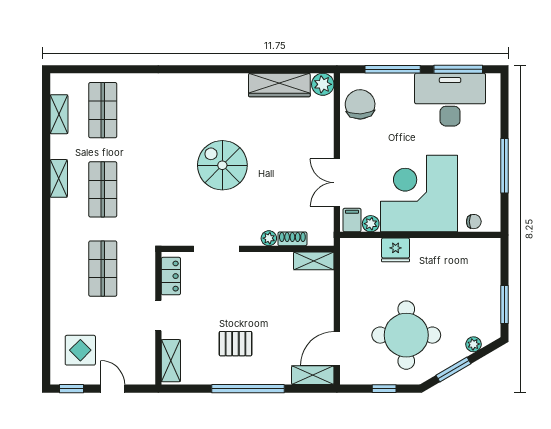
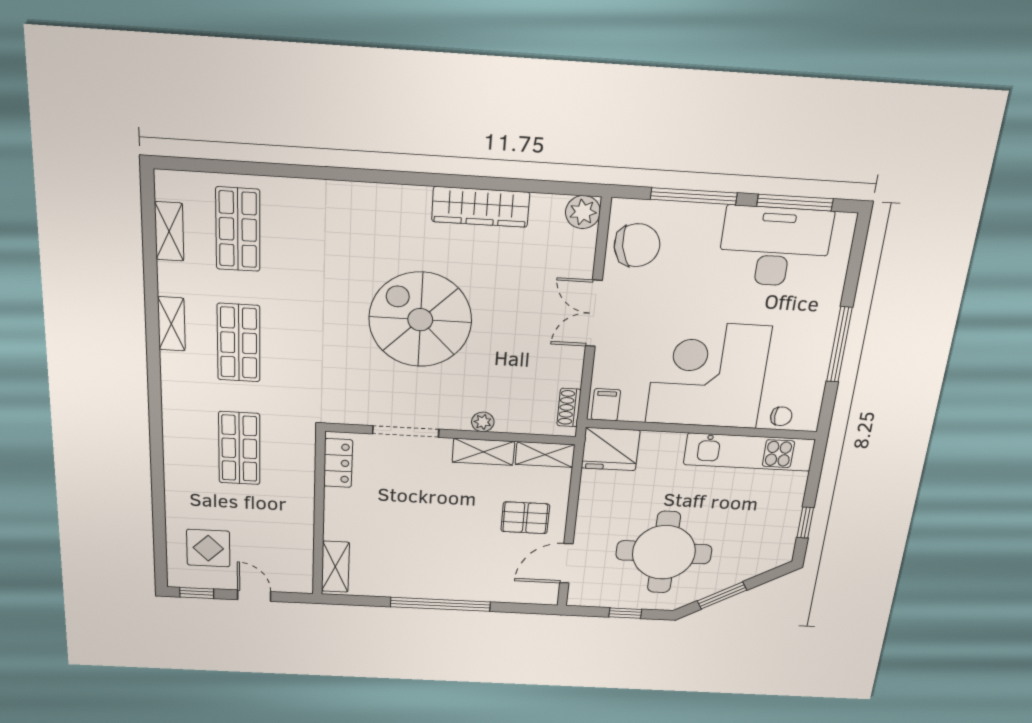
wardrobe: (279, 85) -> (481, 207), moved
chair: (360, 104) -> (637, 245), turned 83
spiral stairs: (222, 165) -> (420, 320), width x1.37, depth x1.37
double door: (337, 183) -> (594, 313), moved
plant: (371, 224) -> (632, 411), removed
shoe rack: (292, 239) -> (569, 408), moved, turned -90
fridge: (396, 250) -> (611, 449), moved, width x1.36, depth x1.34
kitchen unit: (456, 251) -> (749, 452), added
window: (505, 305) -> (805, 523), width x0.67
doorway: (158, 316) -> (319, 512), removed
pallet: (235, 344) -> (525, 518), moved
plant: (474, 344) -> (754, 568), removed
shelving: (313, 375) -> (483, 452), moved

